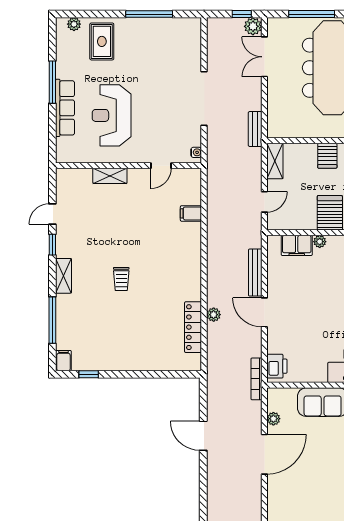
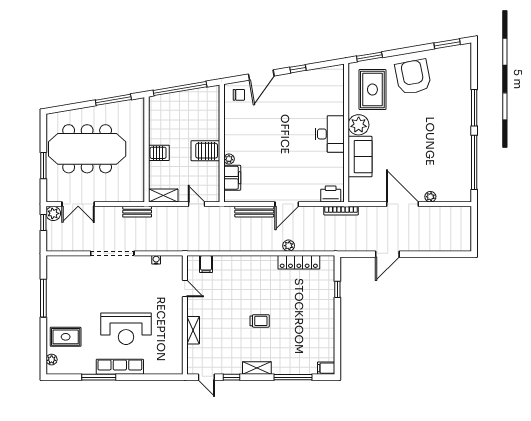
window: (312, 14) -> (43, 166), width x0.69
wall: (129, 166) -> (185, 315), moved
door: (161, 166) -> (185, 288), moved
shelving: (110, 176) -> (193, 330), moved
window: (89, 374) -> (337, 289), moved
plant: (273, 419) -> (430, 197), moved

